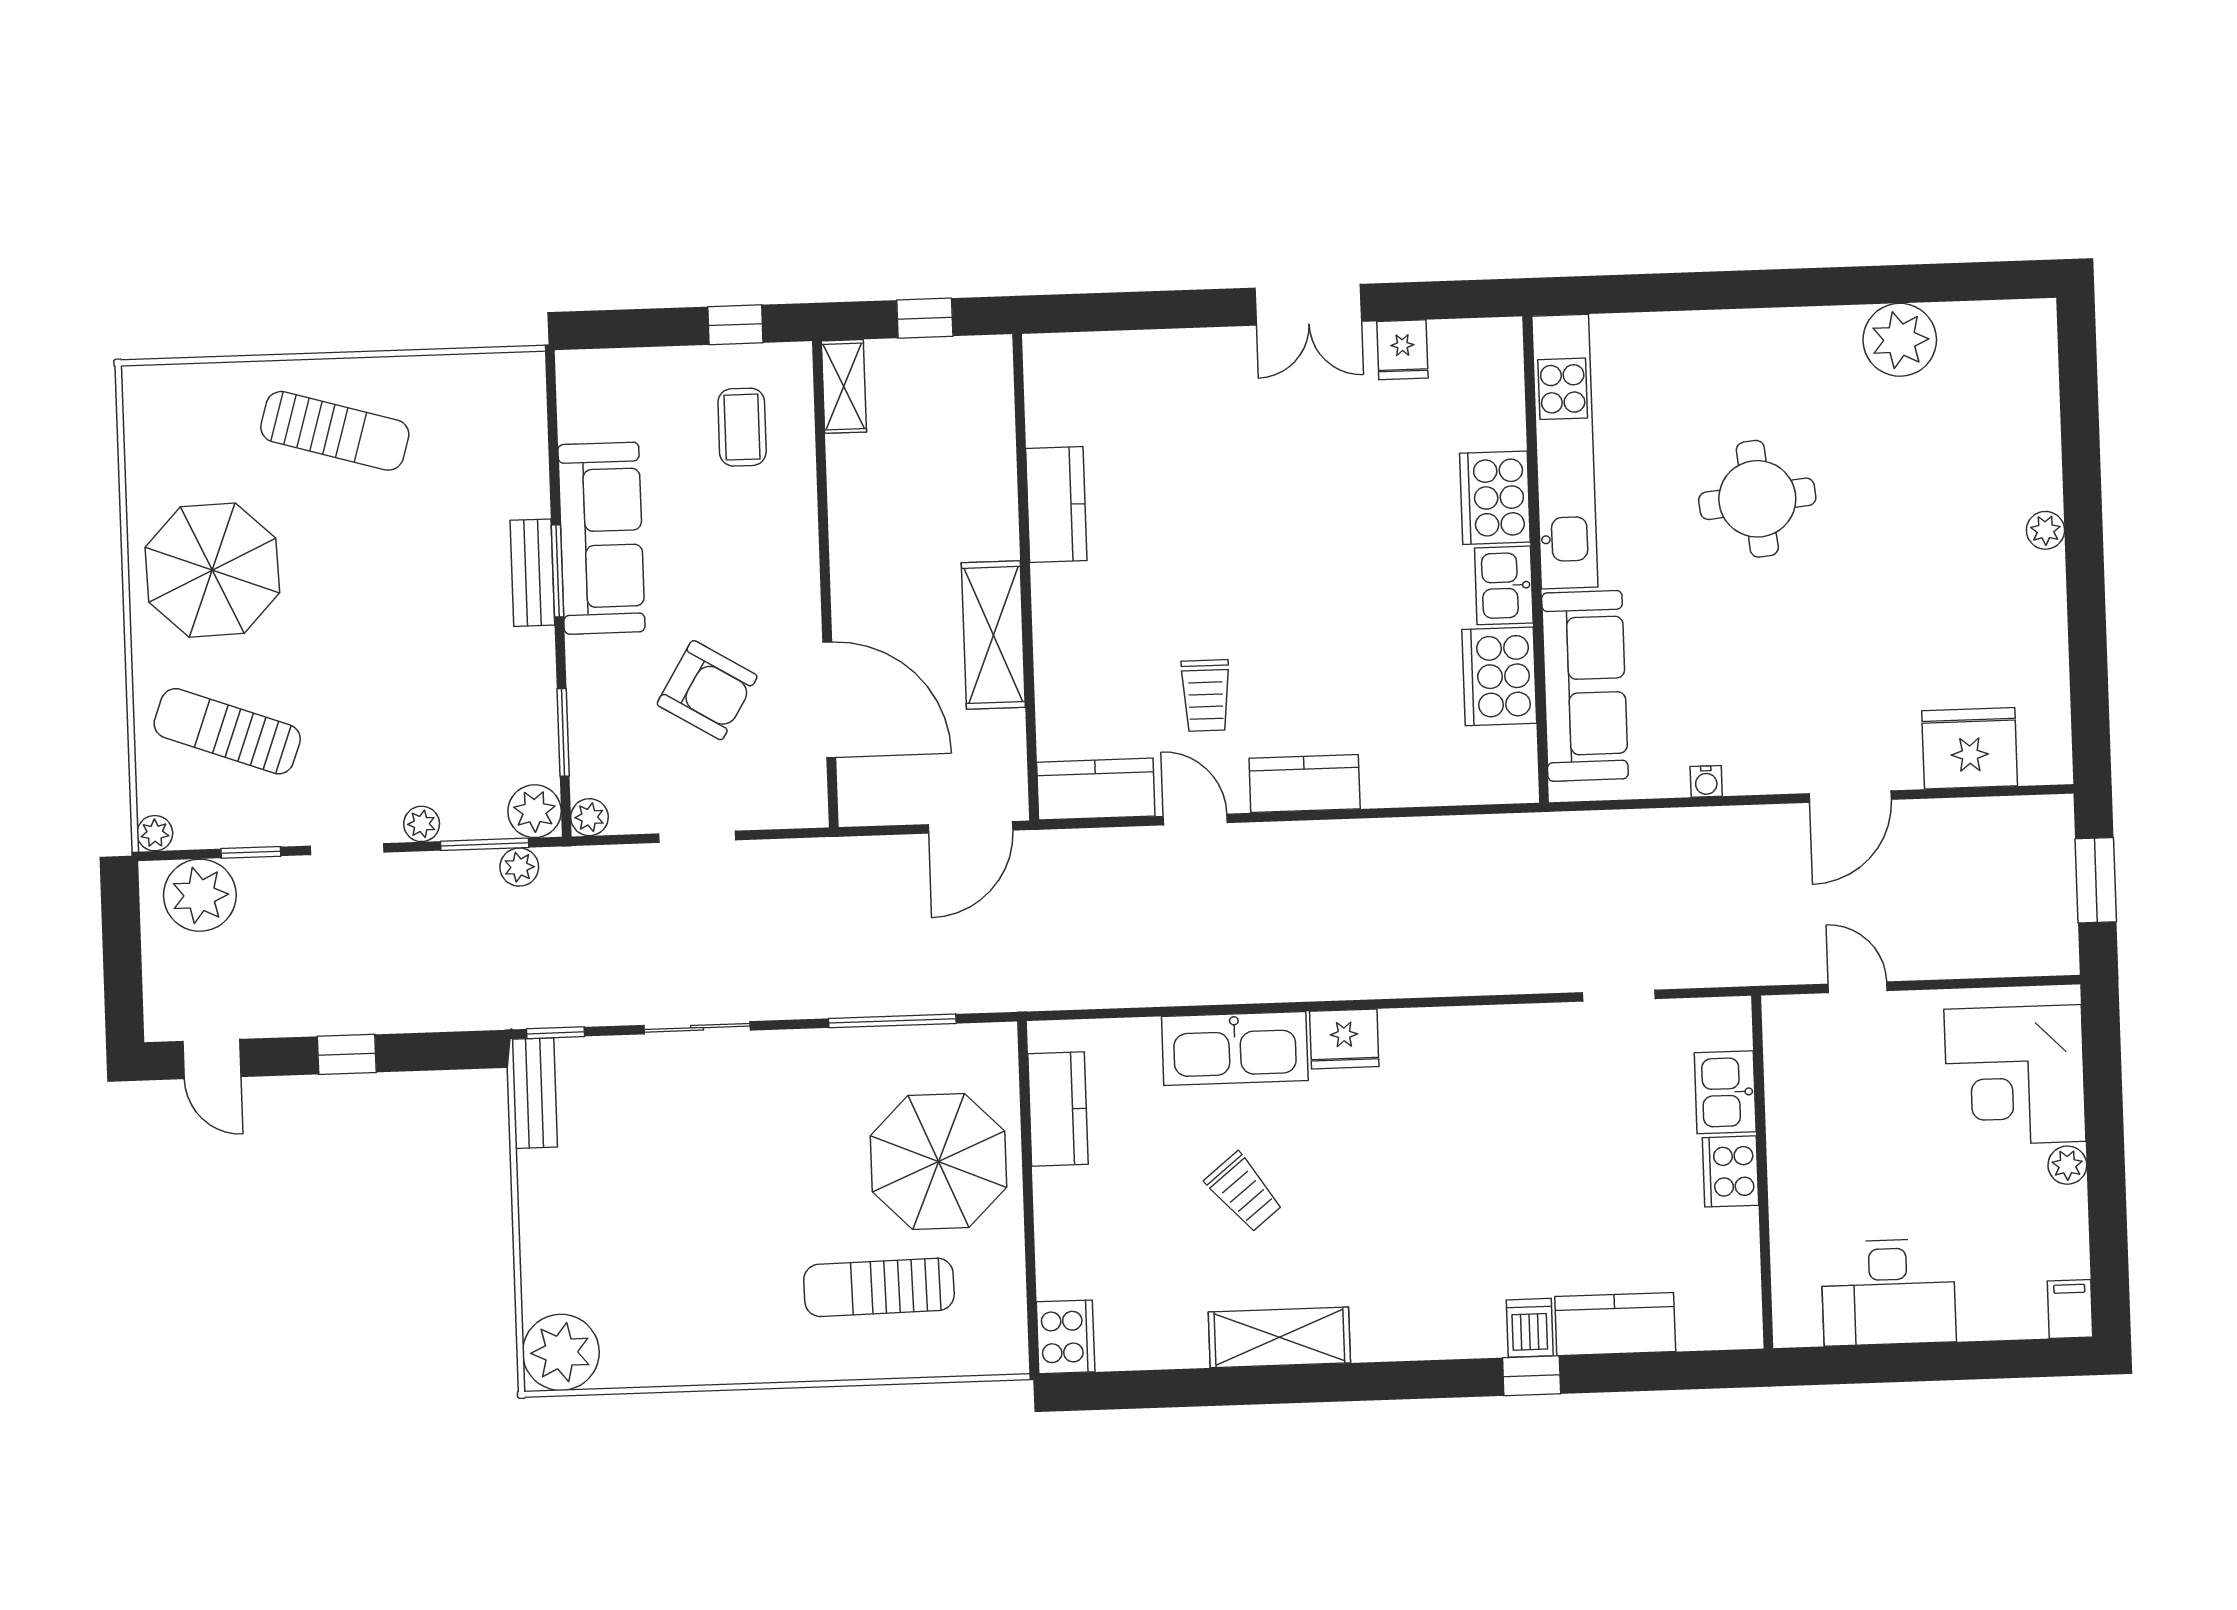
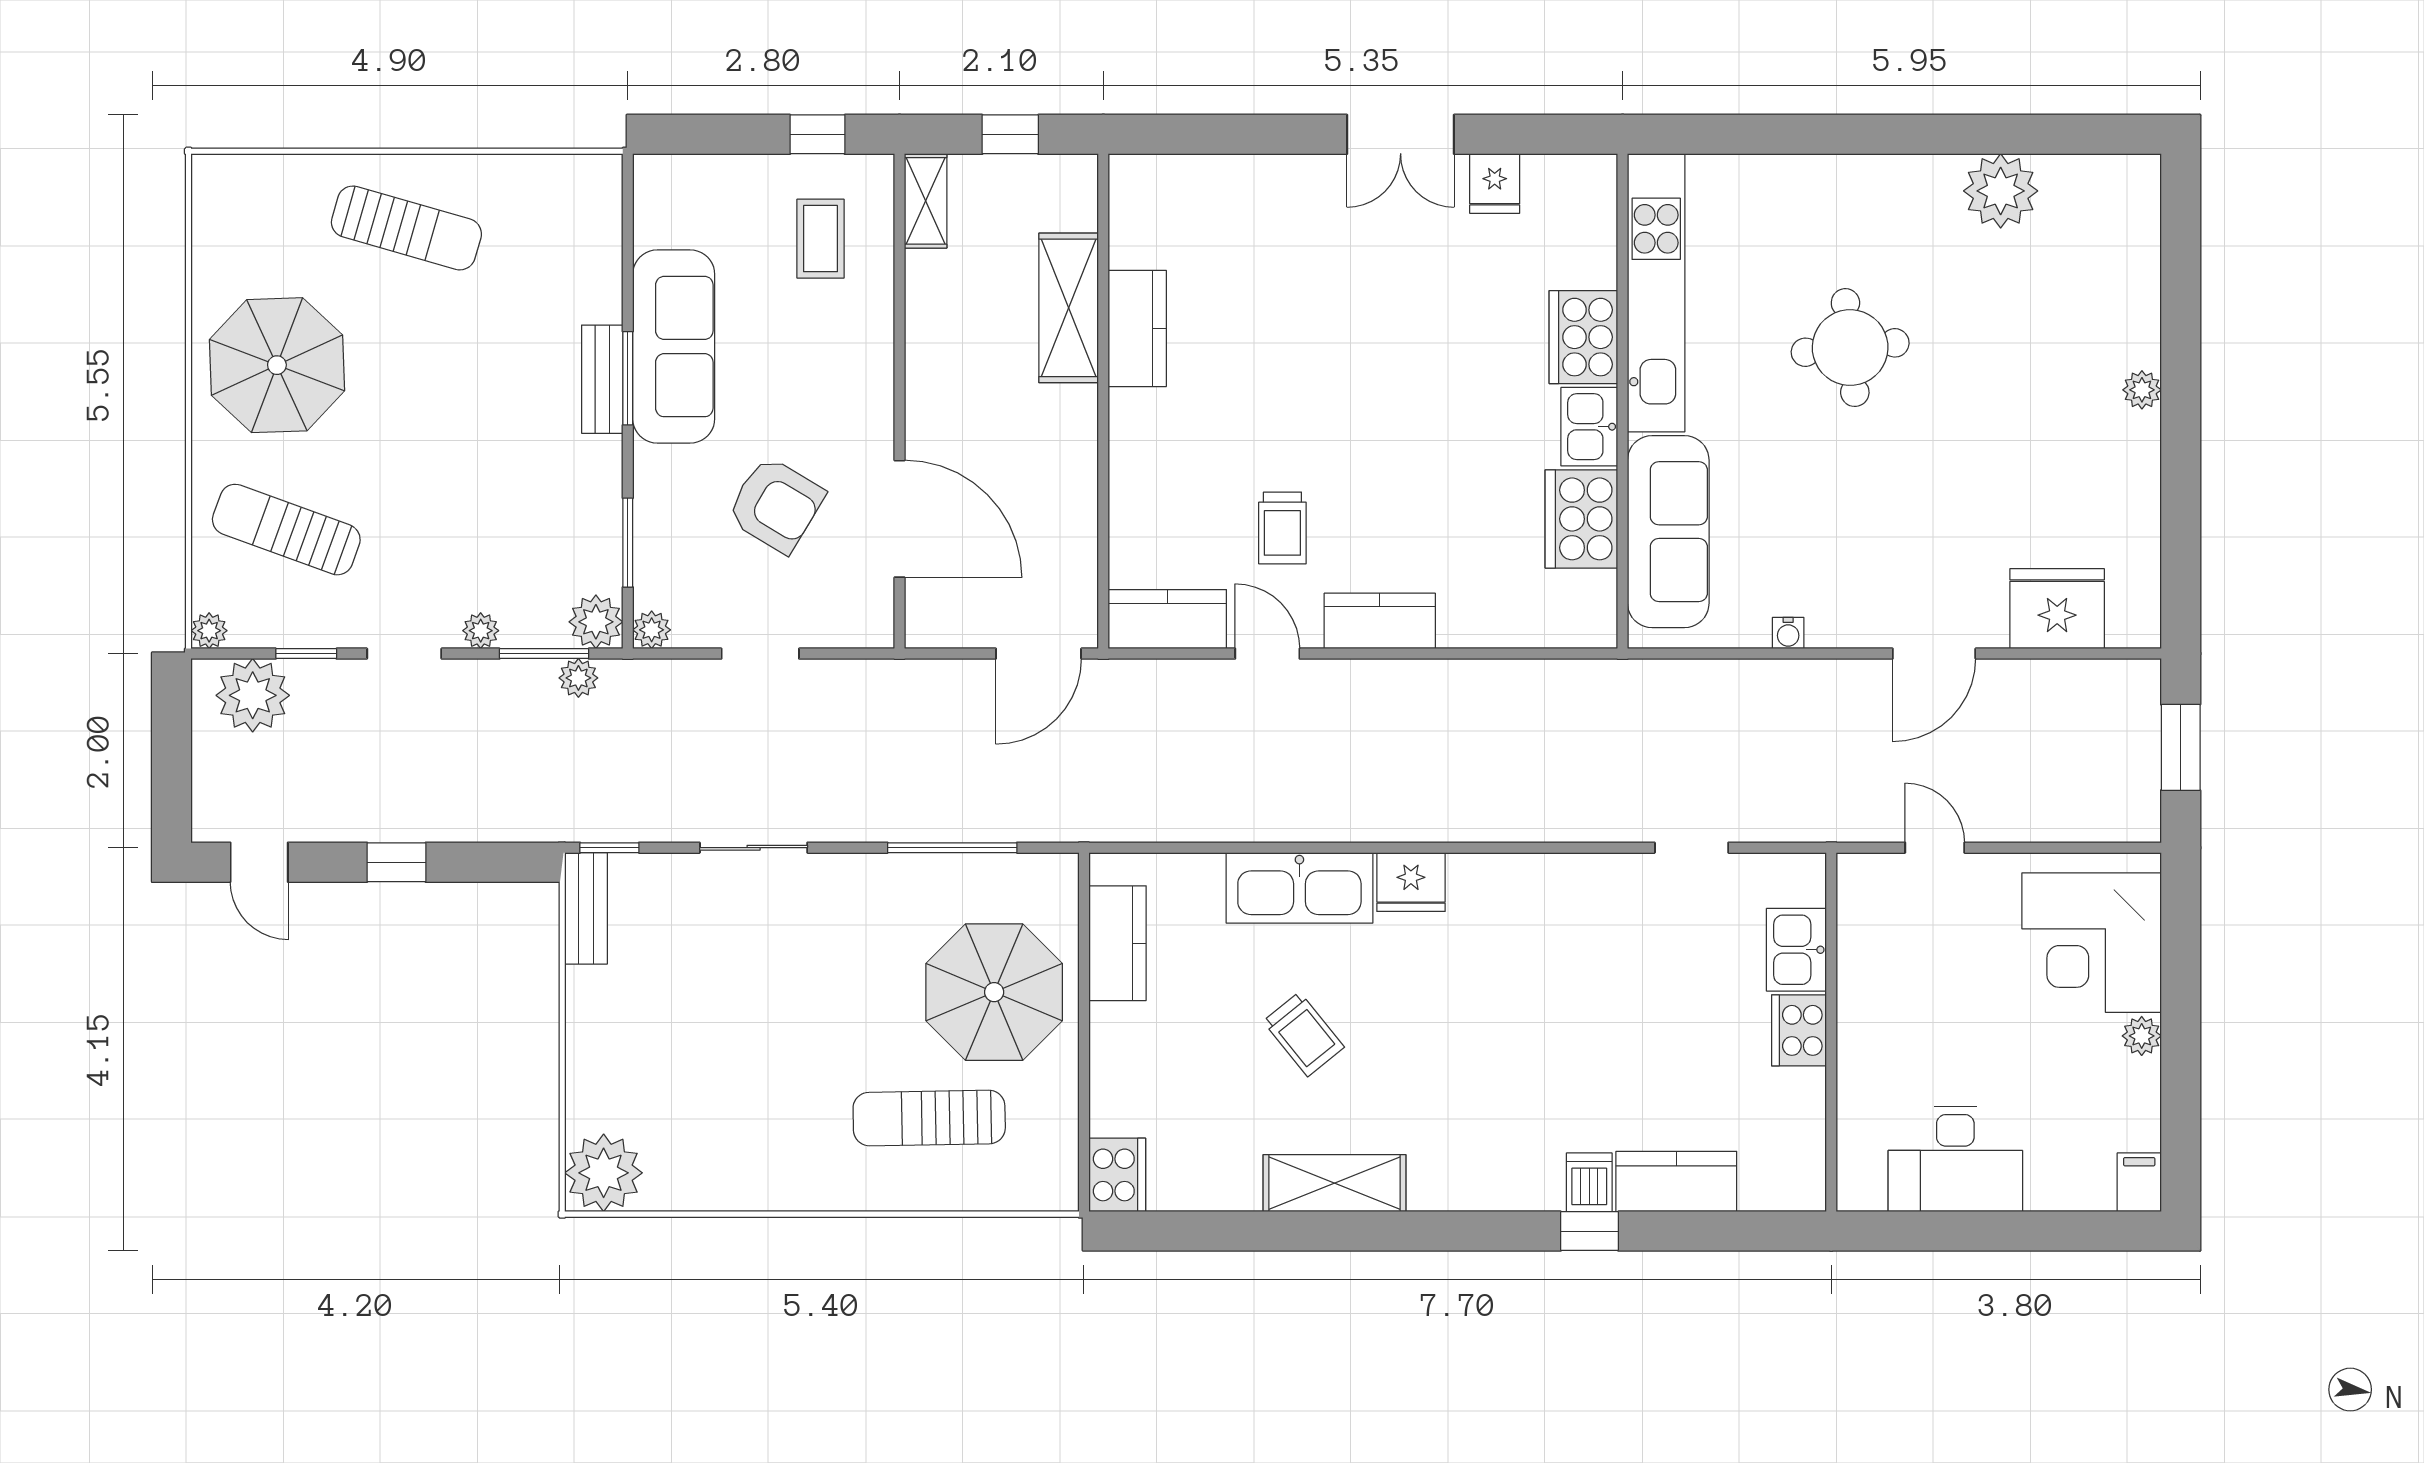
shelving: (993, 635) -> (1069, 308), moved

